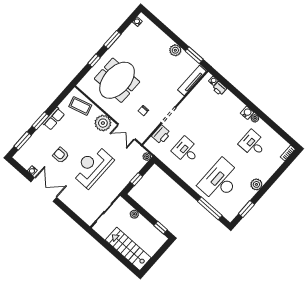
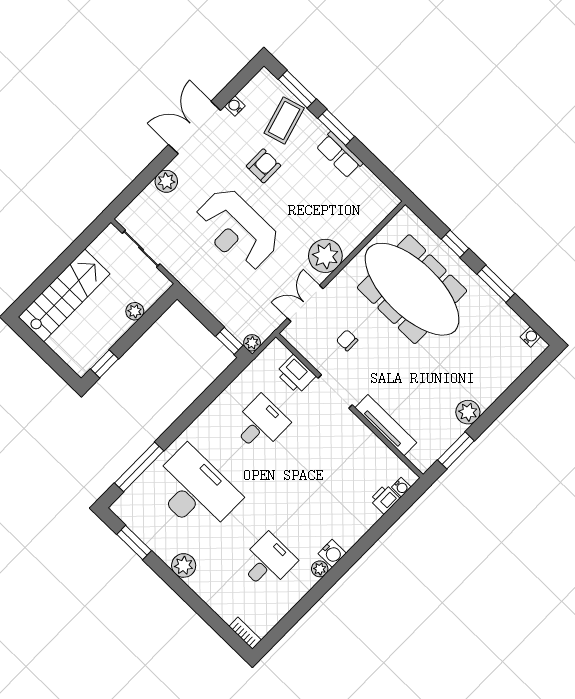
meeting table: (117, 80) -> (412, 289), width x1.36
tv unit: (192, 80) -> (386, 425), moved
coffee table: (80, 106) -> (284, 120), moved
reception desk: (92, 167) -> (237, 230), turned 180
window: (136, 179) -> (229, 341), moved
double door: (44, 190) -> (195, 127), swing flipped
plant: (71, 202) -> (166, 181), added

